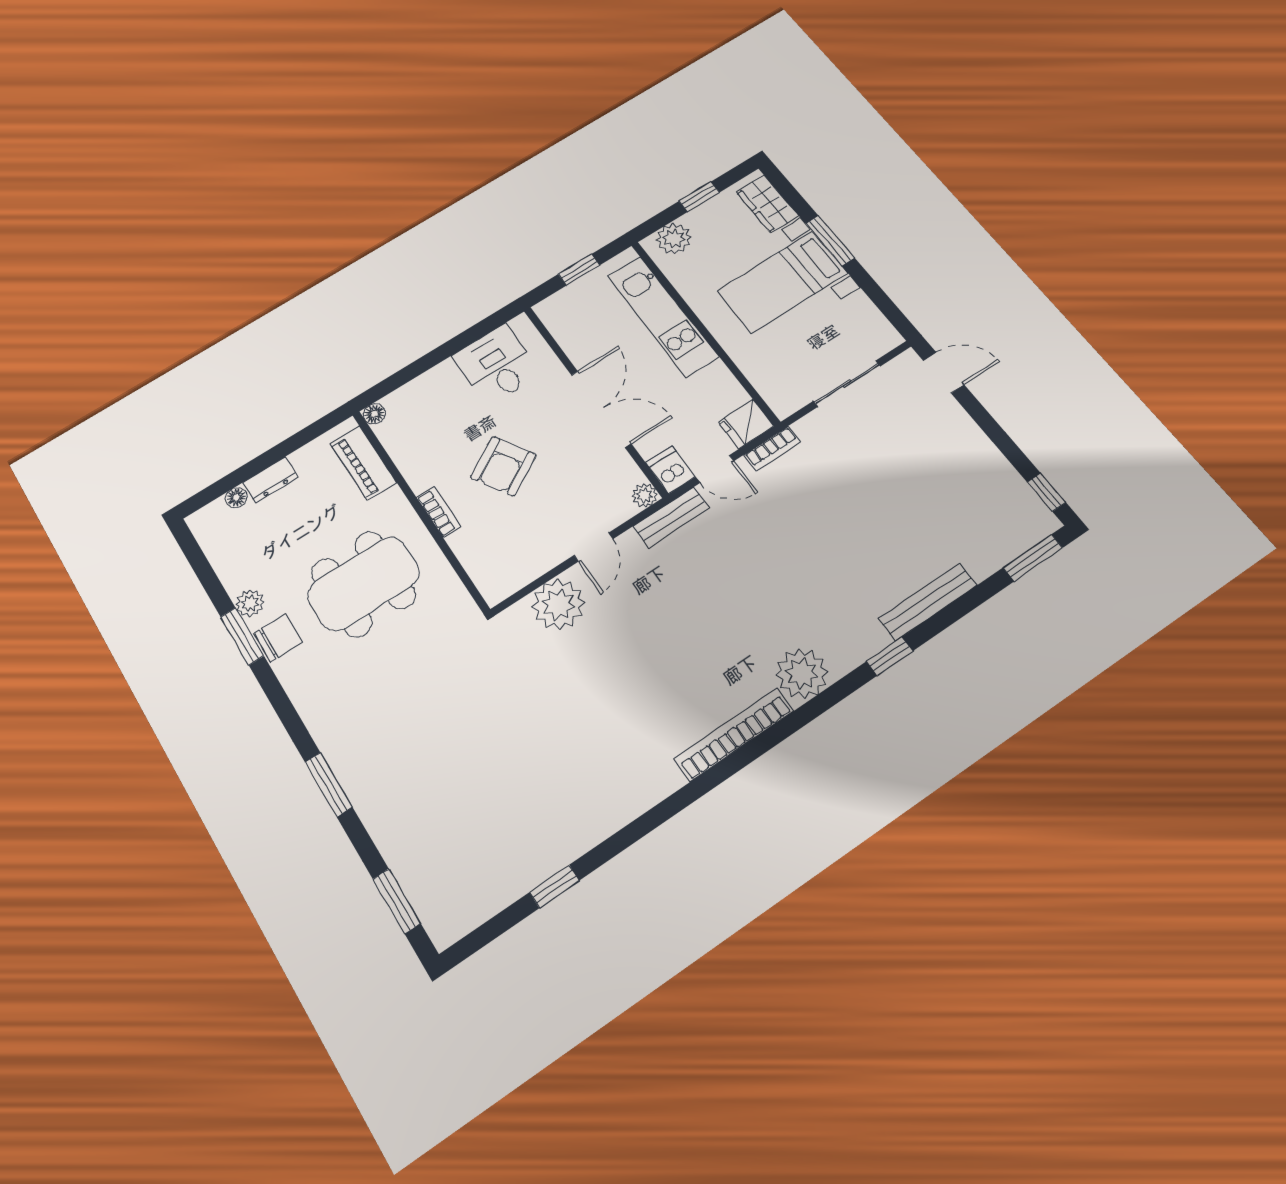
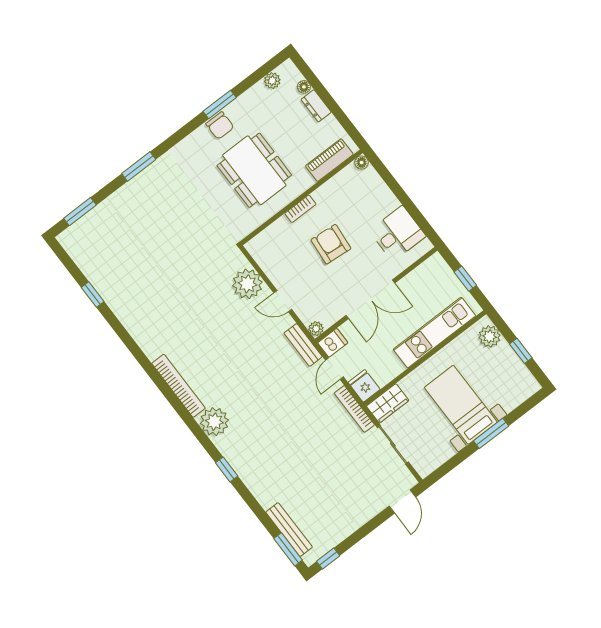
wardrobe: (767, 204) -> (388, 403), moved, turned 180
bookcase: (772, 449) -> (354, 409), width x1.56
armchair: (503, 466) -> (331, 244), turned 36
bench: (927, 602) -> (289, 530), moved
plant: (250, 603) -> (272, 81), moved

